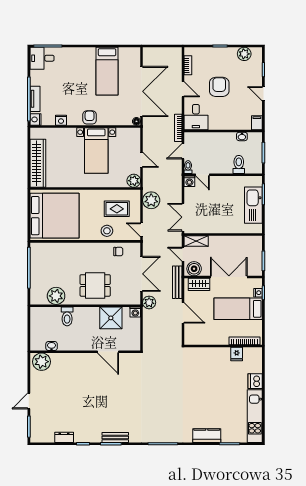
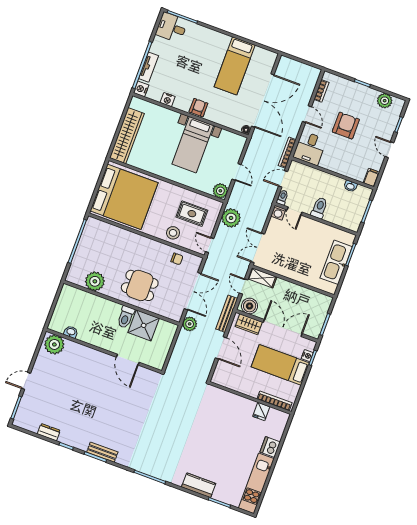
toilet: (239, 164) -> (319, 208), moved
washing machine: (135, 312) -> (171, 329), removed
toilet: (67, 316) -> (126, 317), moved

